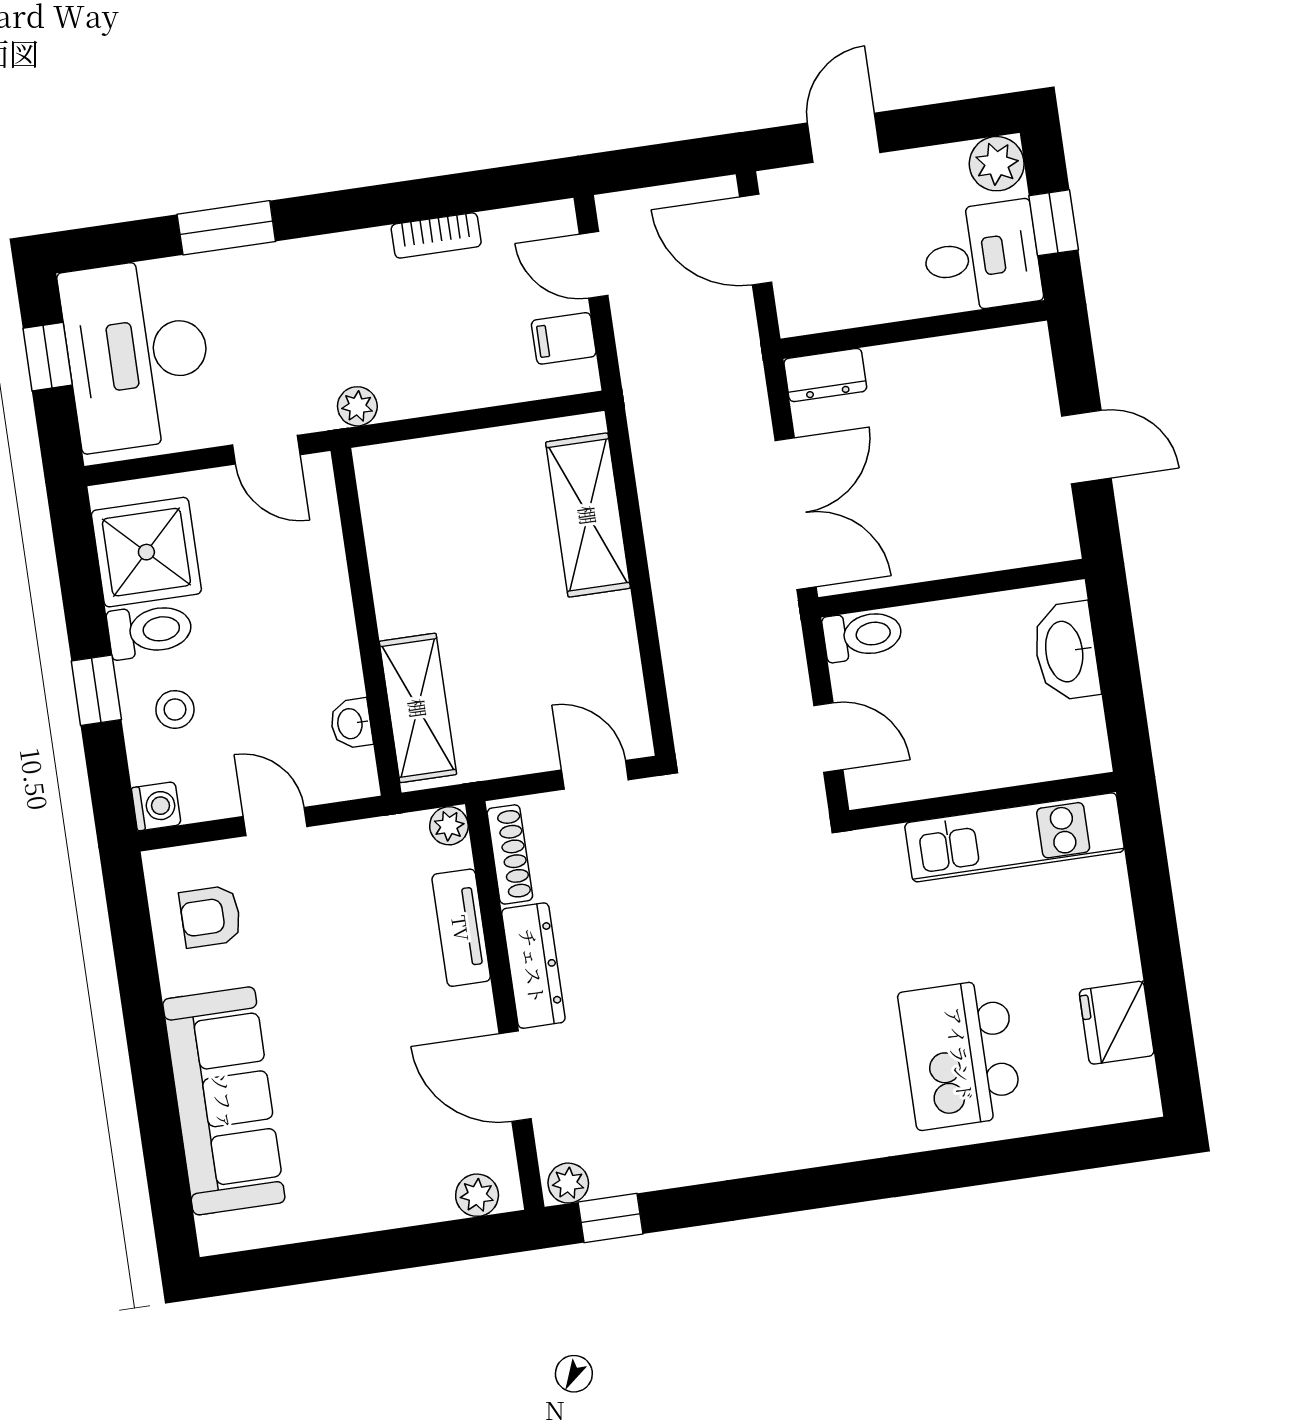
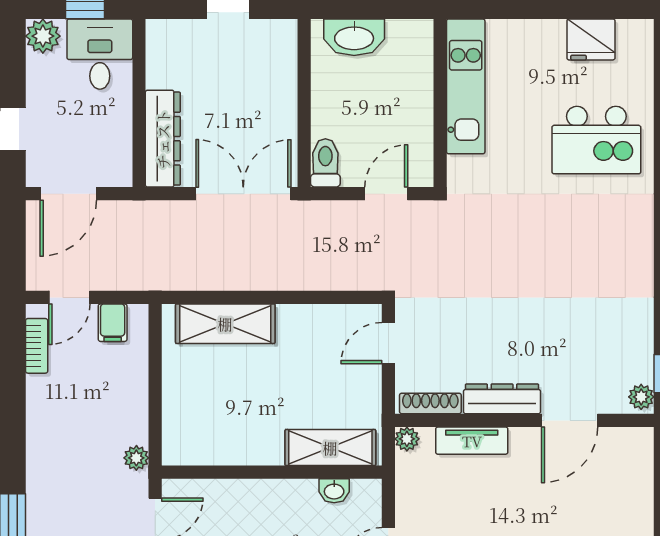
bookcase: (436, 235) -> (37, 346), moved
dresser: (825, 375) -> (163, 139), width x1.96, depth x1.24
plant: (477, 1195) -> (640, 455), removed

